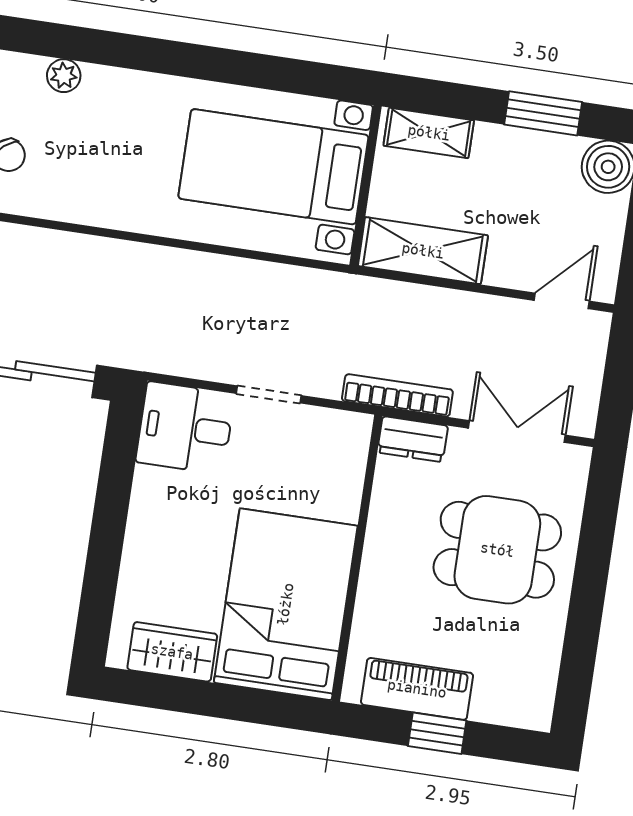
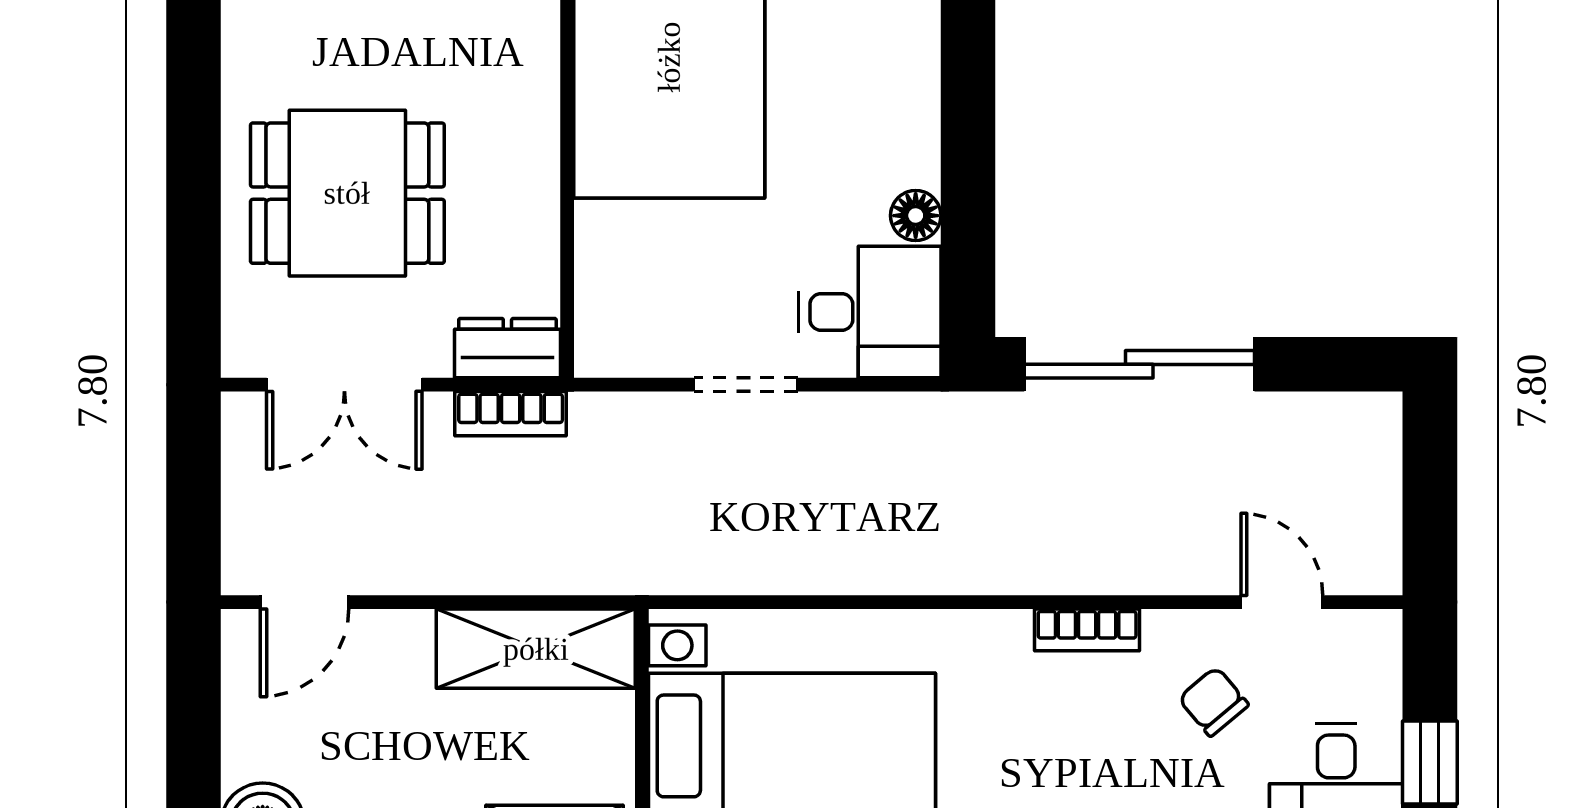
bookcase: (80, 211) -> (1087, 630), added
bookcase: (397, 395) -> (511, 414), width x0.64
floor lamp: (148, 483) -> (916, 216), added

